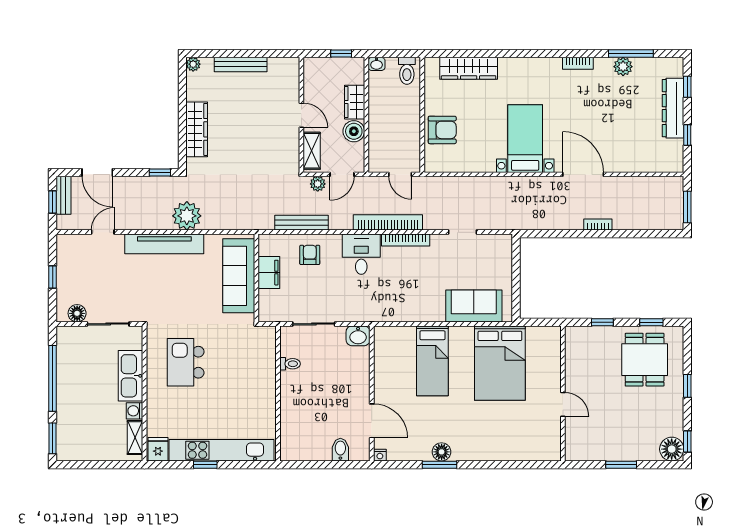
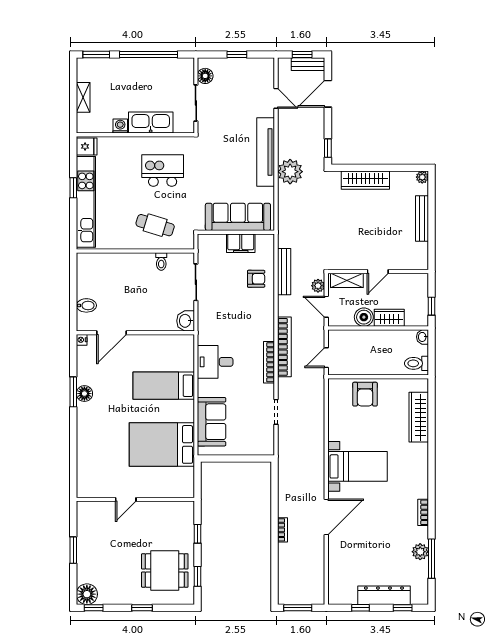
desk: (361, 254) -> (215, 362), moved, turned 180
cafe table: (248, 371) -> (155, 225), added
shelving: (135, 438) -> (83, 97), moved, turned 90

